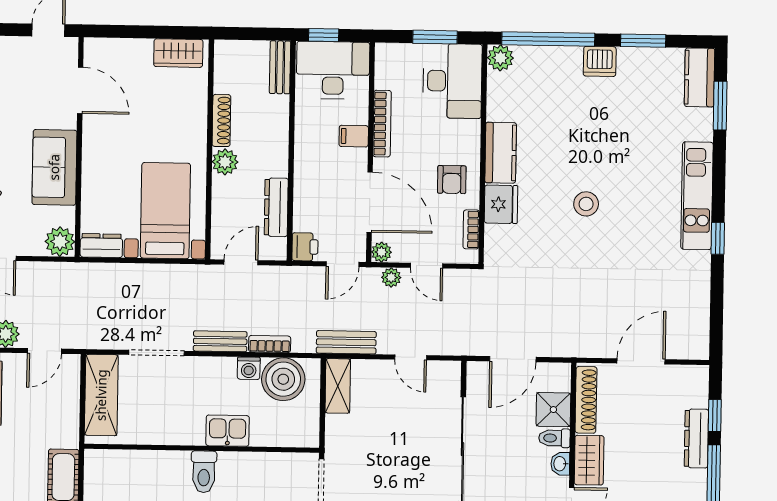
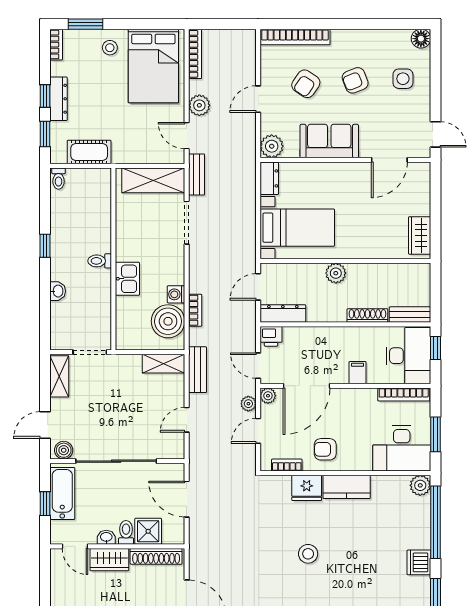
shoe rack: (221, 120) -> (367, 316), moved, turned 180
bookcase: (382, 124) -> (404, 394), moved
dresser: (276, 207) -> (283, 314), moved
door: (241, 262) -> (258, 287), swing flipped
bench: (220, 341) -> (197, 174), moved
toilet: (204, 472) -> (100, 261), width x0.73, depth x0.72

